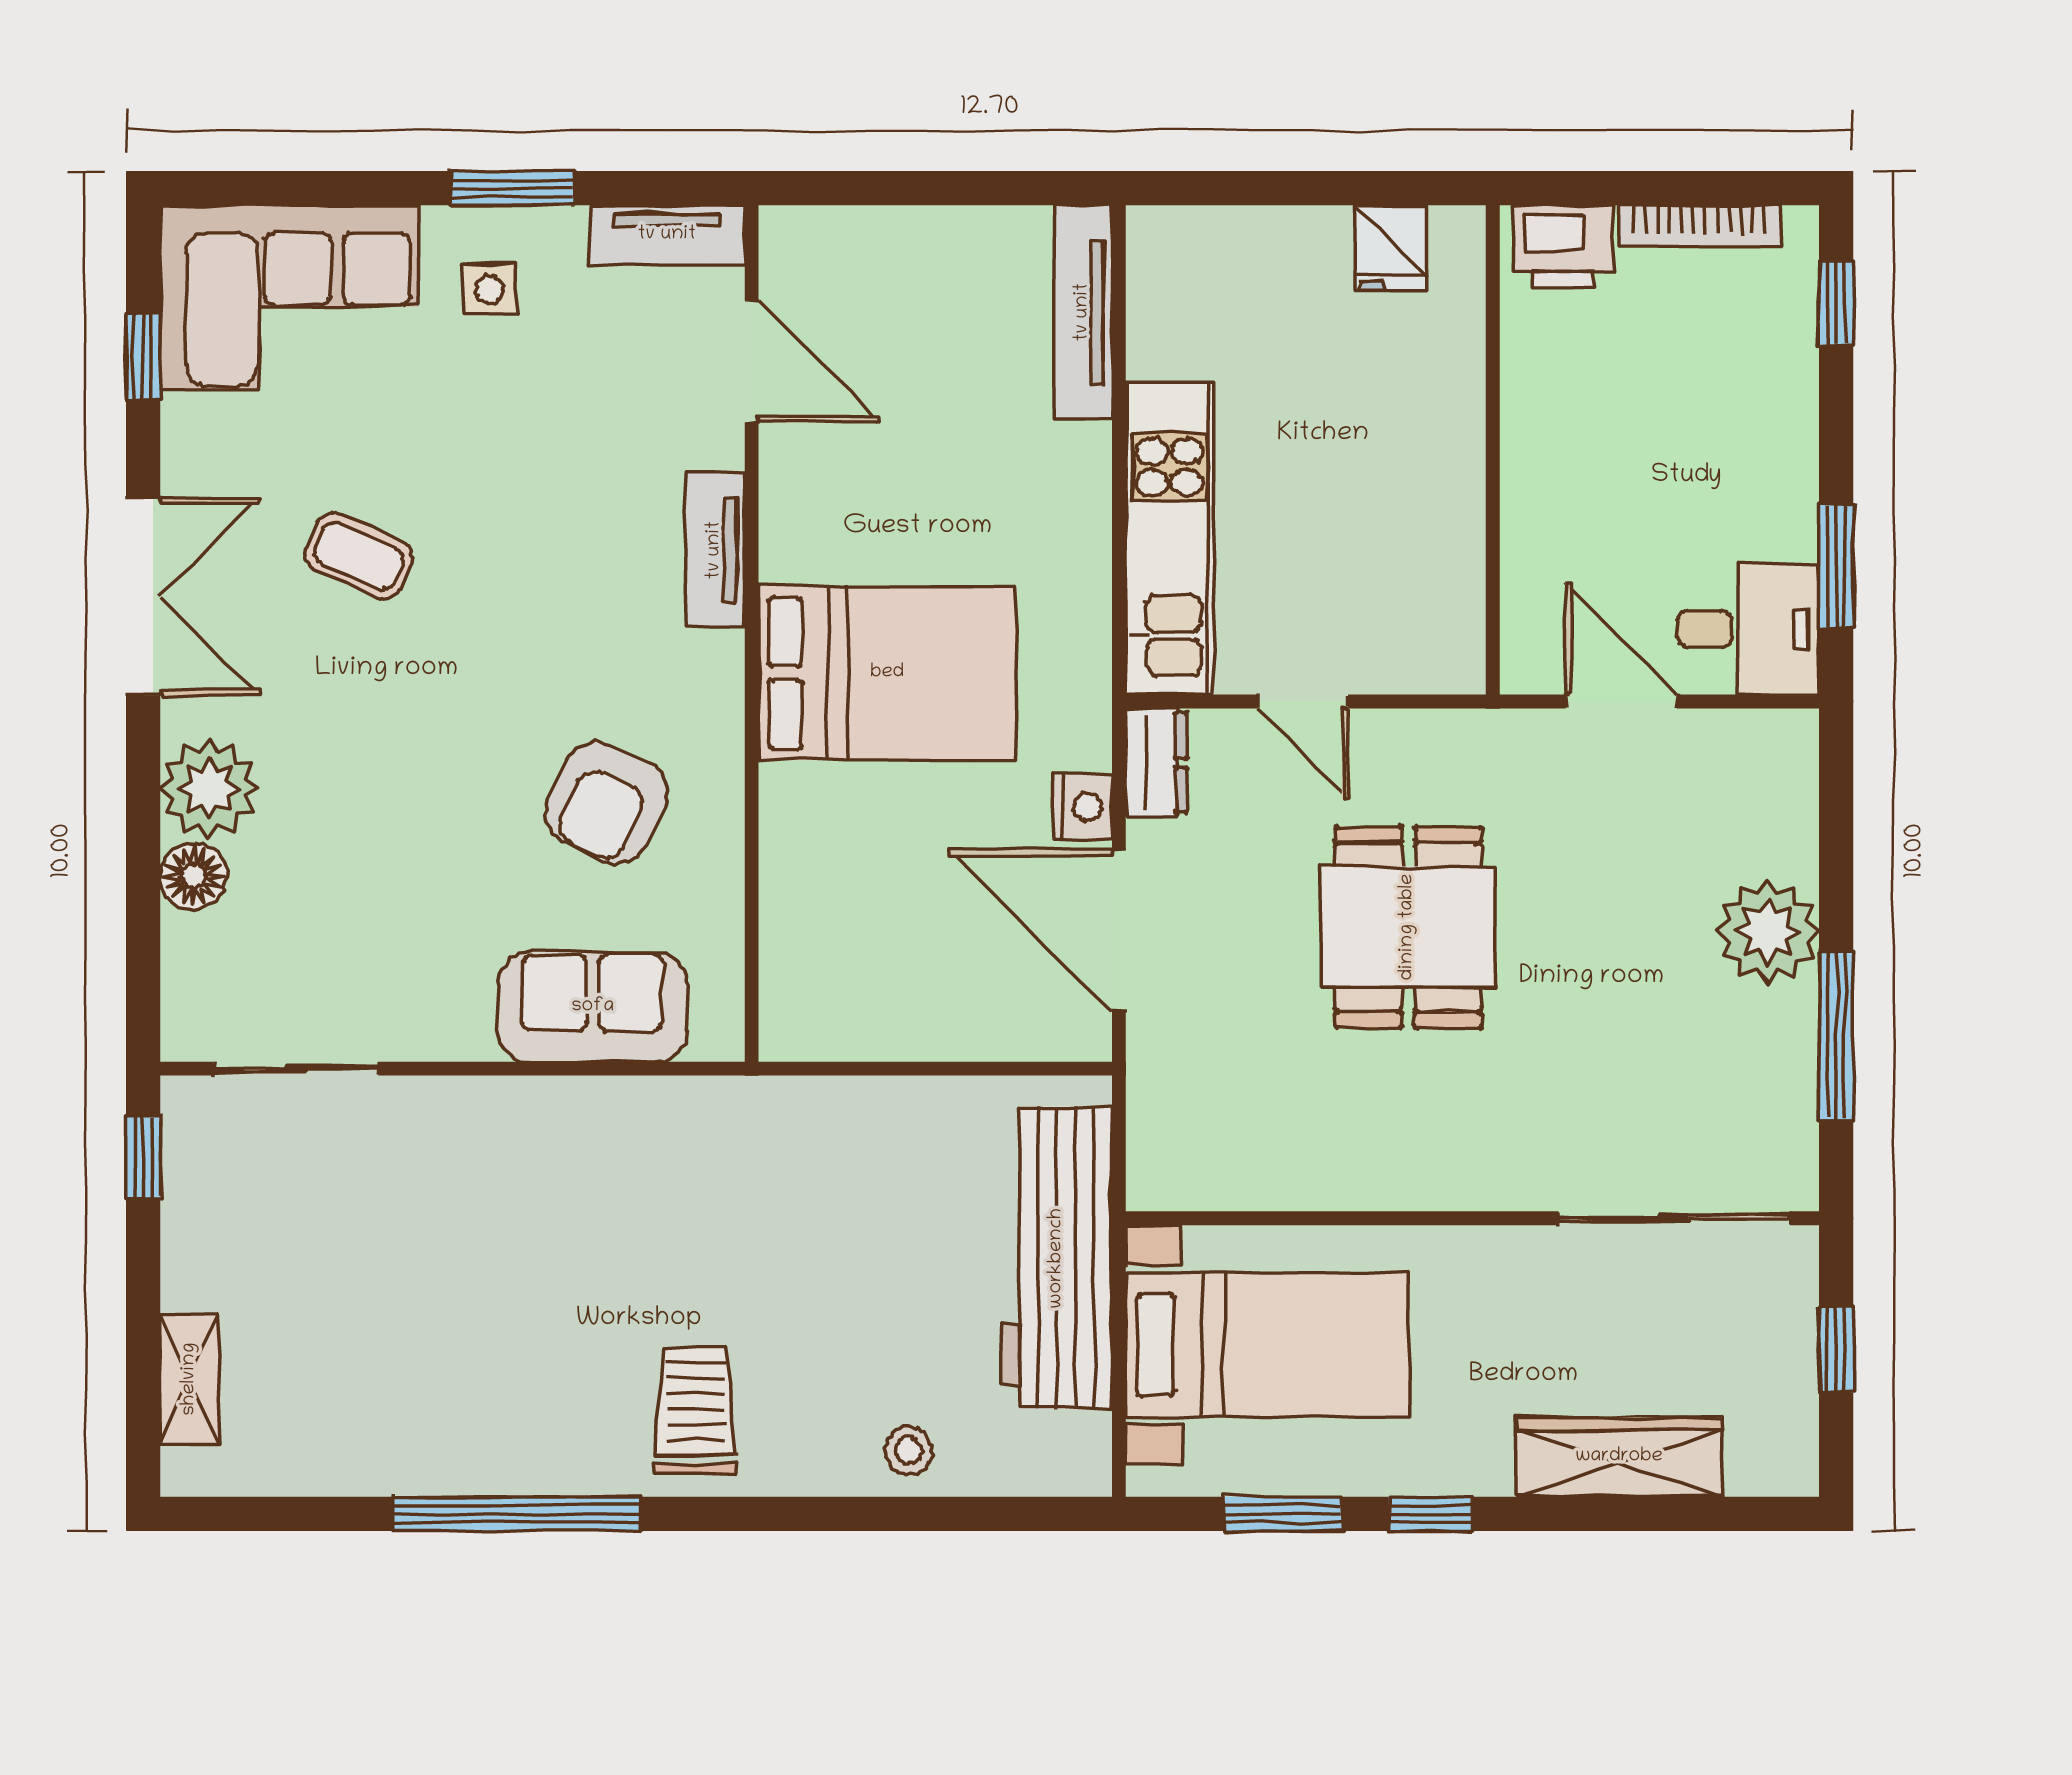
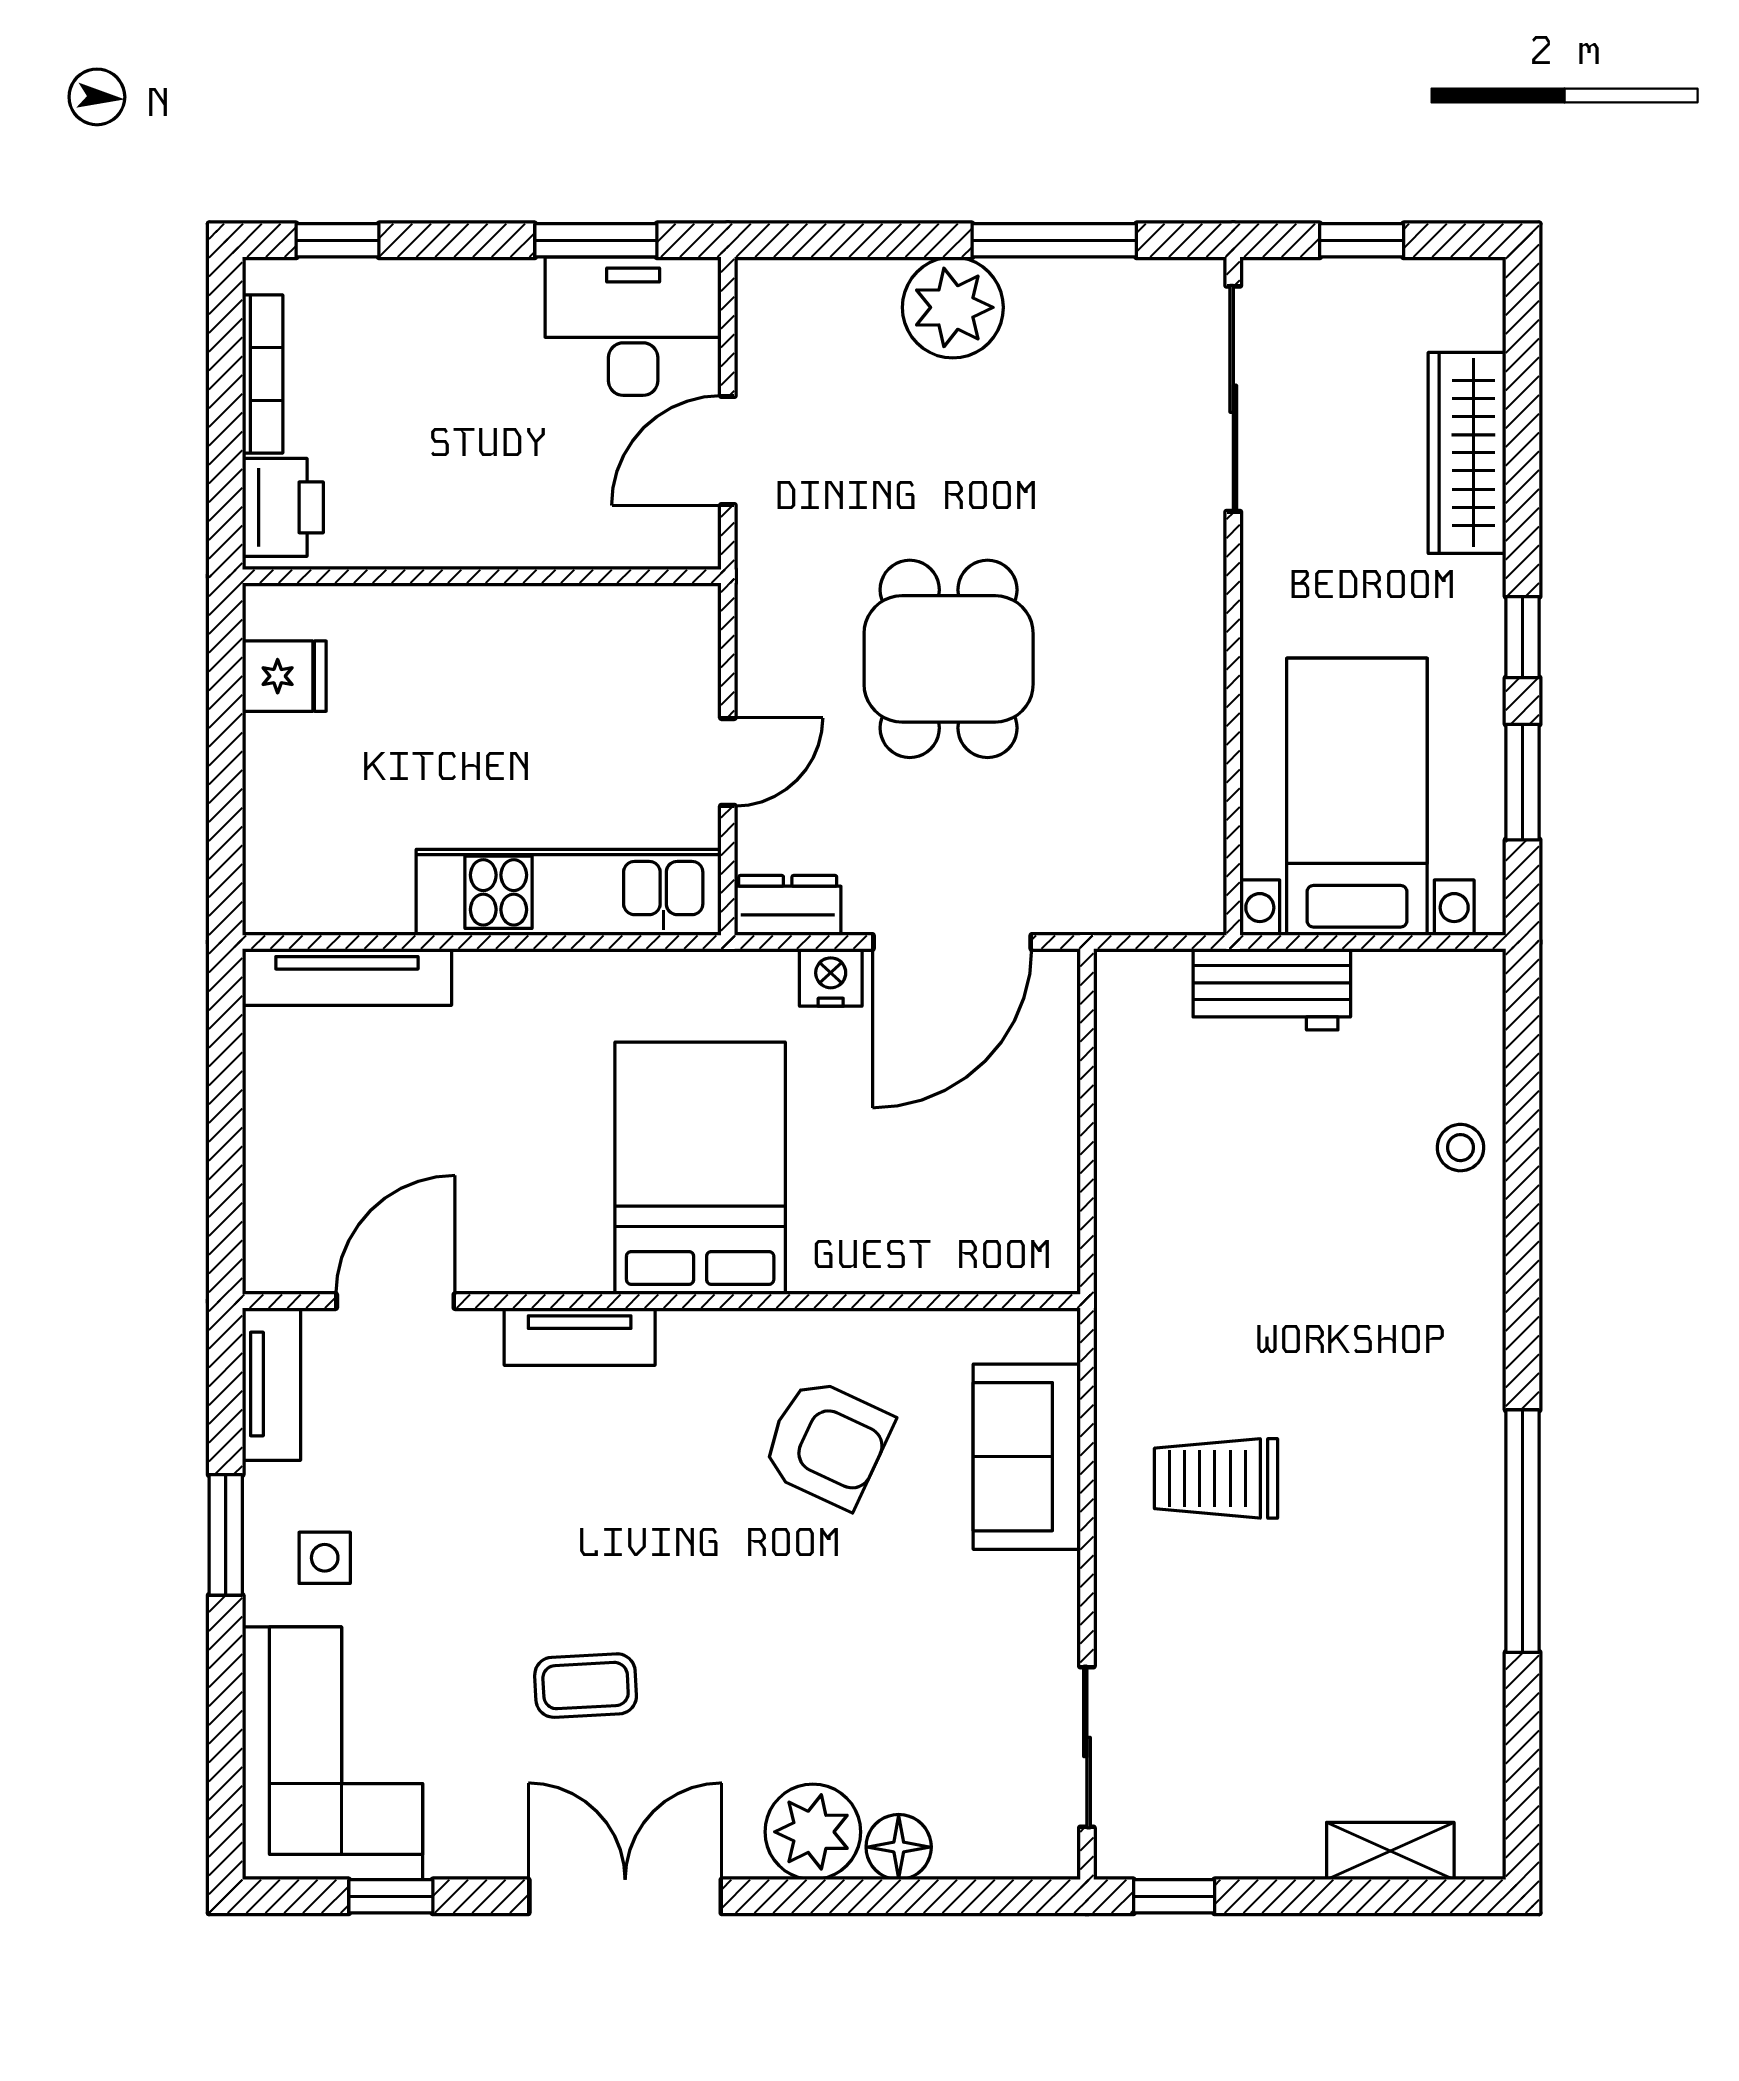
coffee table: (359, 556) -> (586, 1686), turned 63
desk: (1748, 629) -> (633, 326), width x1.37
dining table: (1408, 927) -> (949, 659), turned 90
workbench: (1057, 1258) -> (1272, 989), width x0.53, depth x0.76
trolley: (696, 1411) -> (1216, 1478), moved

